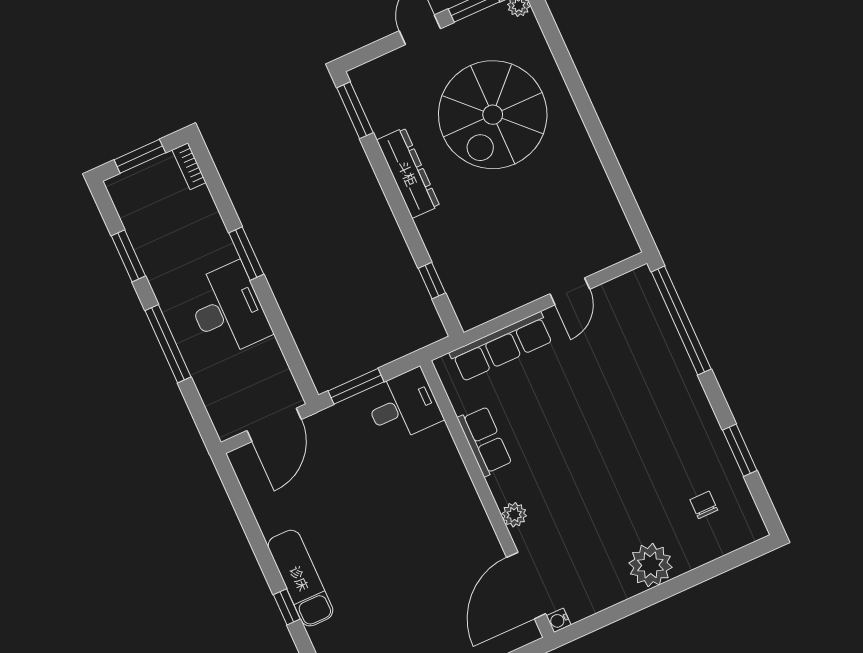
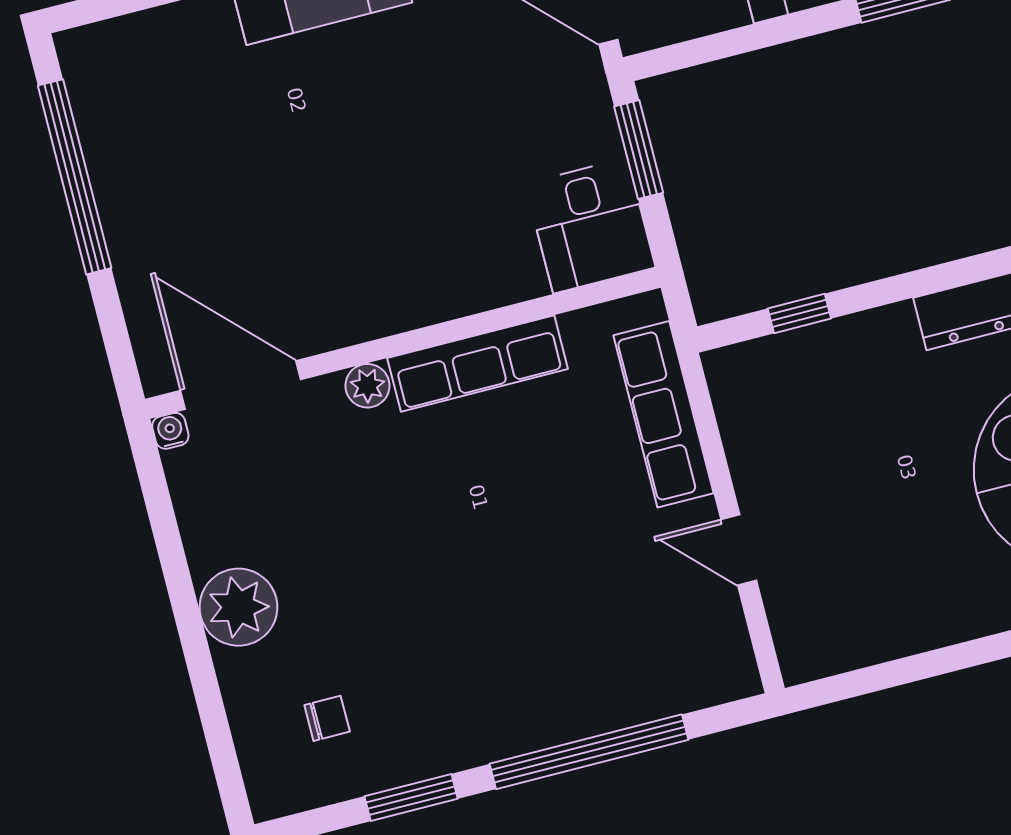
window: (681, 320) -> (589, 752), moved
row of seats: (485, 441) -> (478, 364), width x1.48

